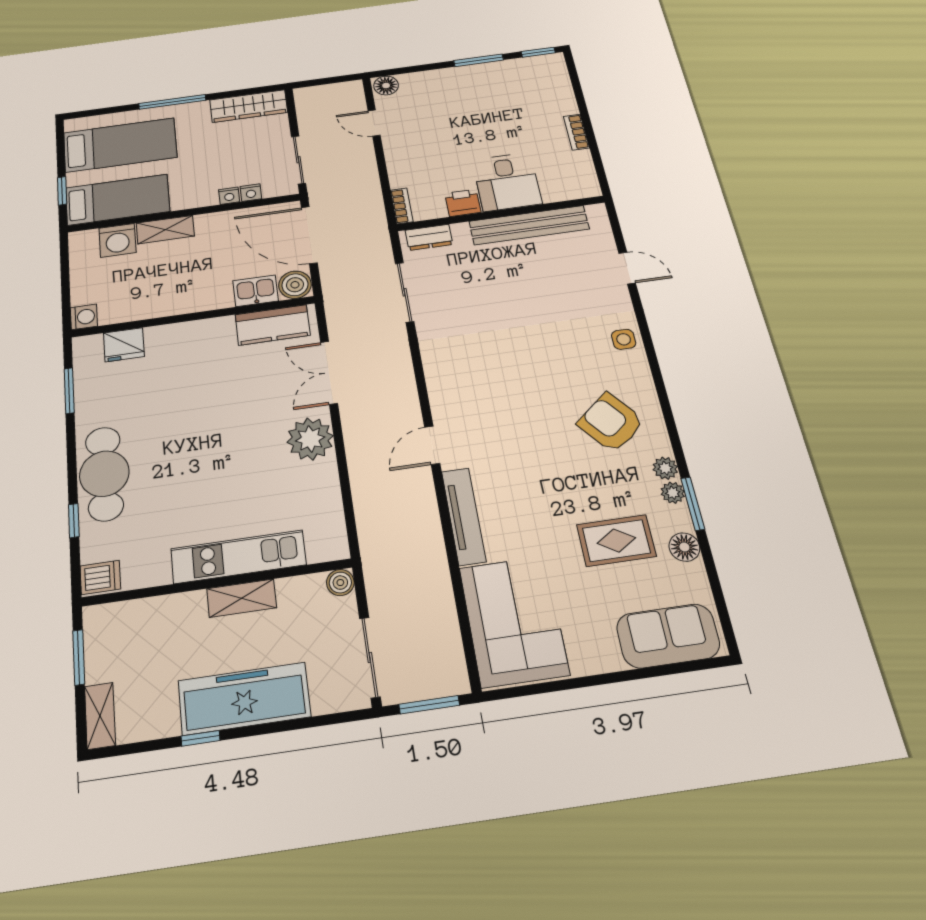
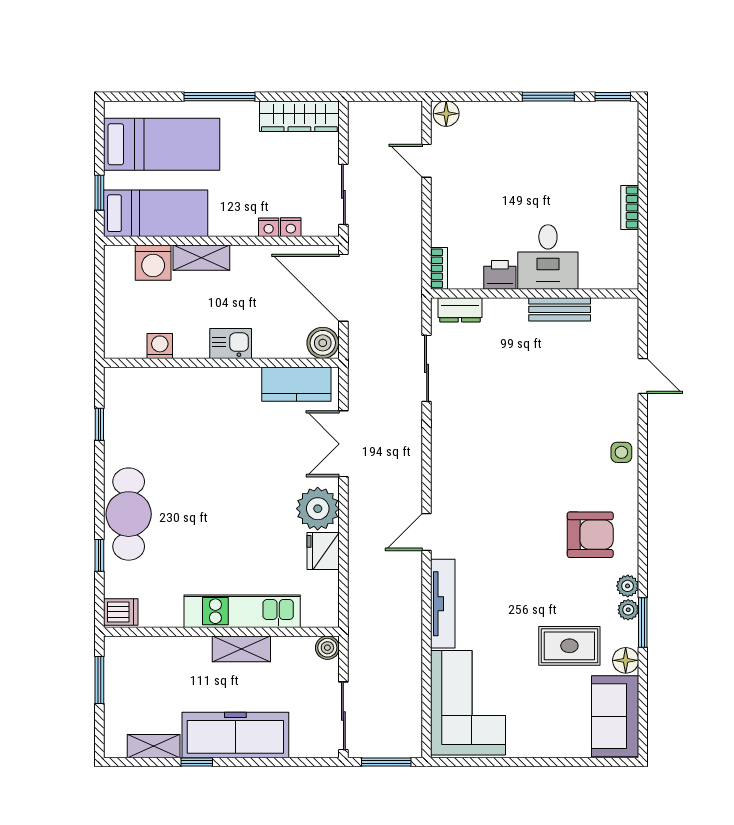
bench: (529, 225) -> (560, 309), width x0.54, depth x0.82
kitchen sink: (256, 291) -> (231, 344), moved
washing machine: (84, 317) -> (160, 346), moved, turned -90
fridge: (124, 345) -> (323, 551), moved, turned 90
window: (69, 391) -> (99, 424), width x0.67
armchair: (611, 423) -> (590, 535), turned 129
sofa: (668, 636) -> (615, 716), moved, turned -90
shelving: (100, 716) -> (154, 746), moved, turned 90

